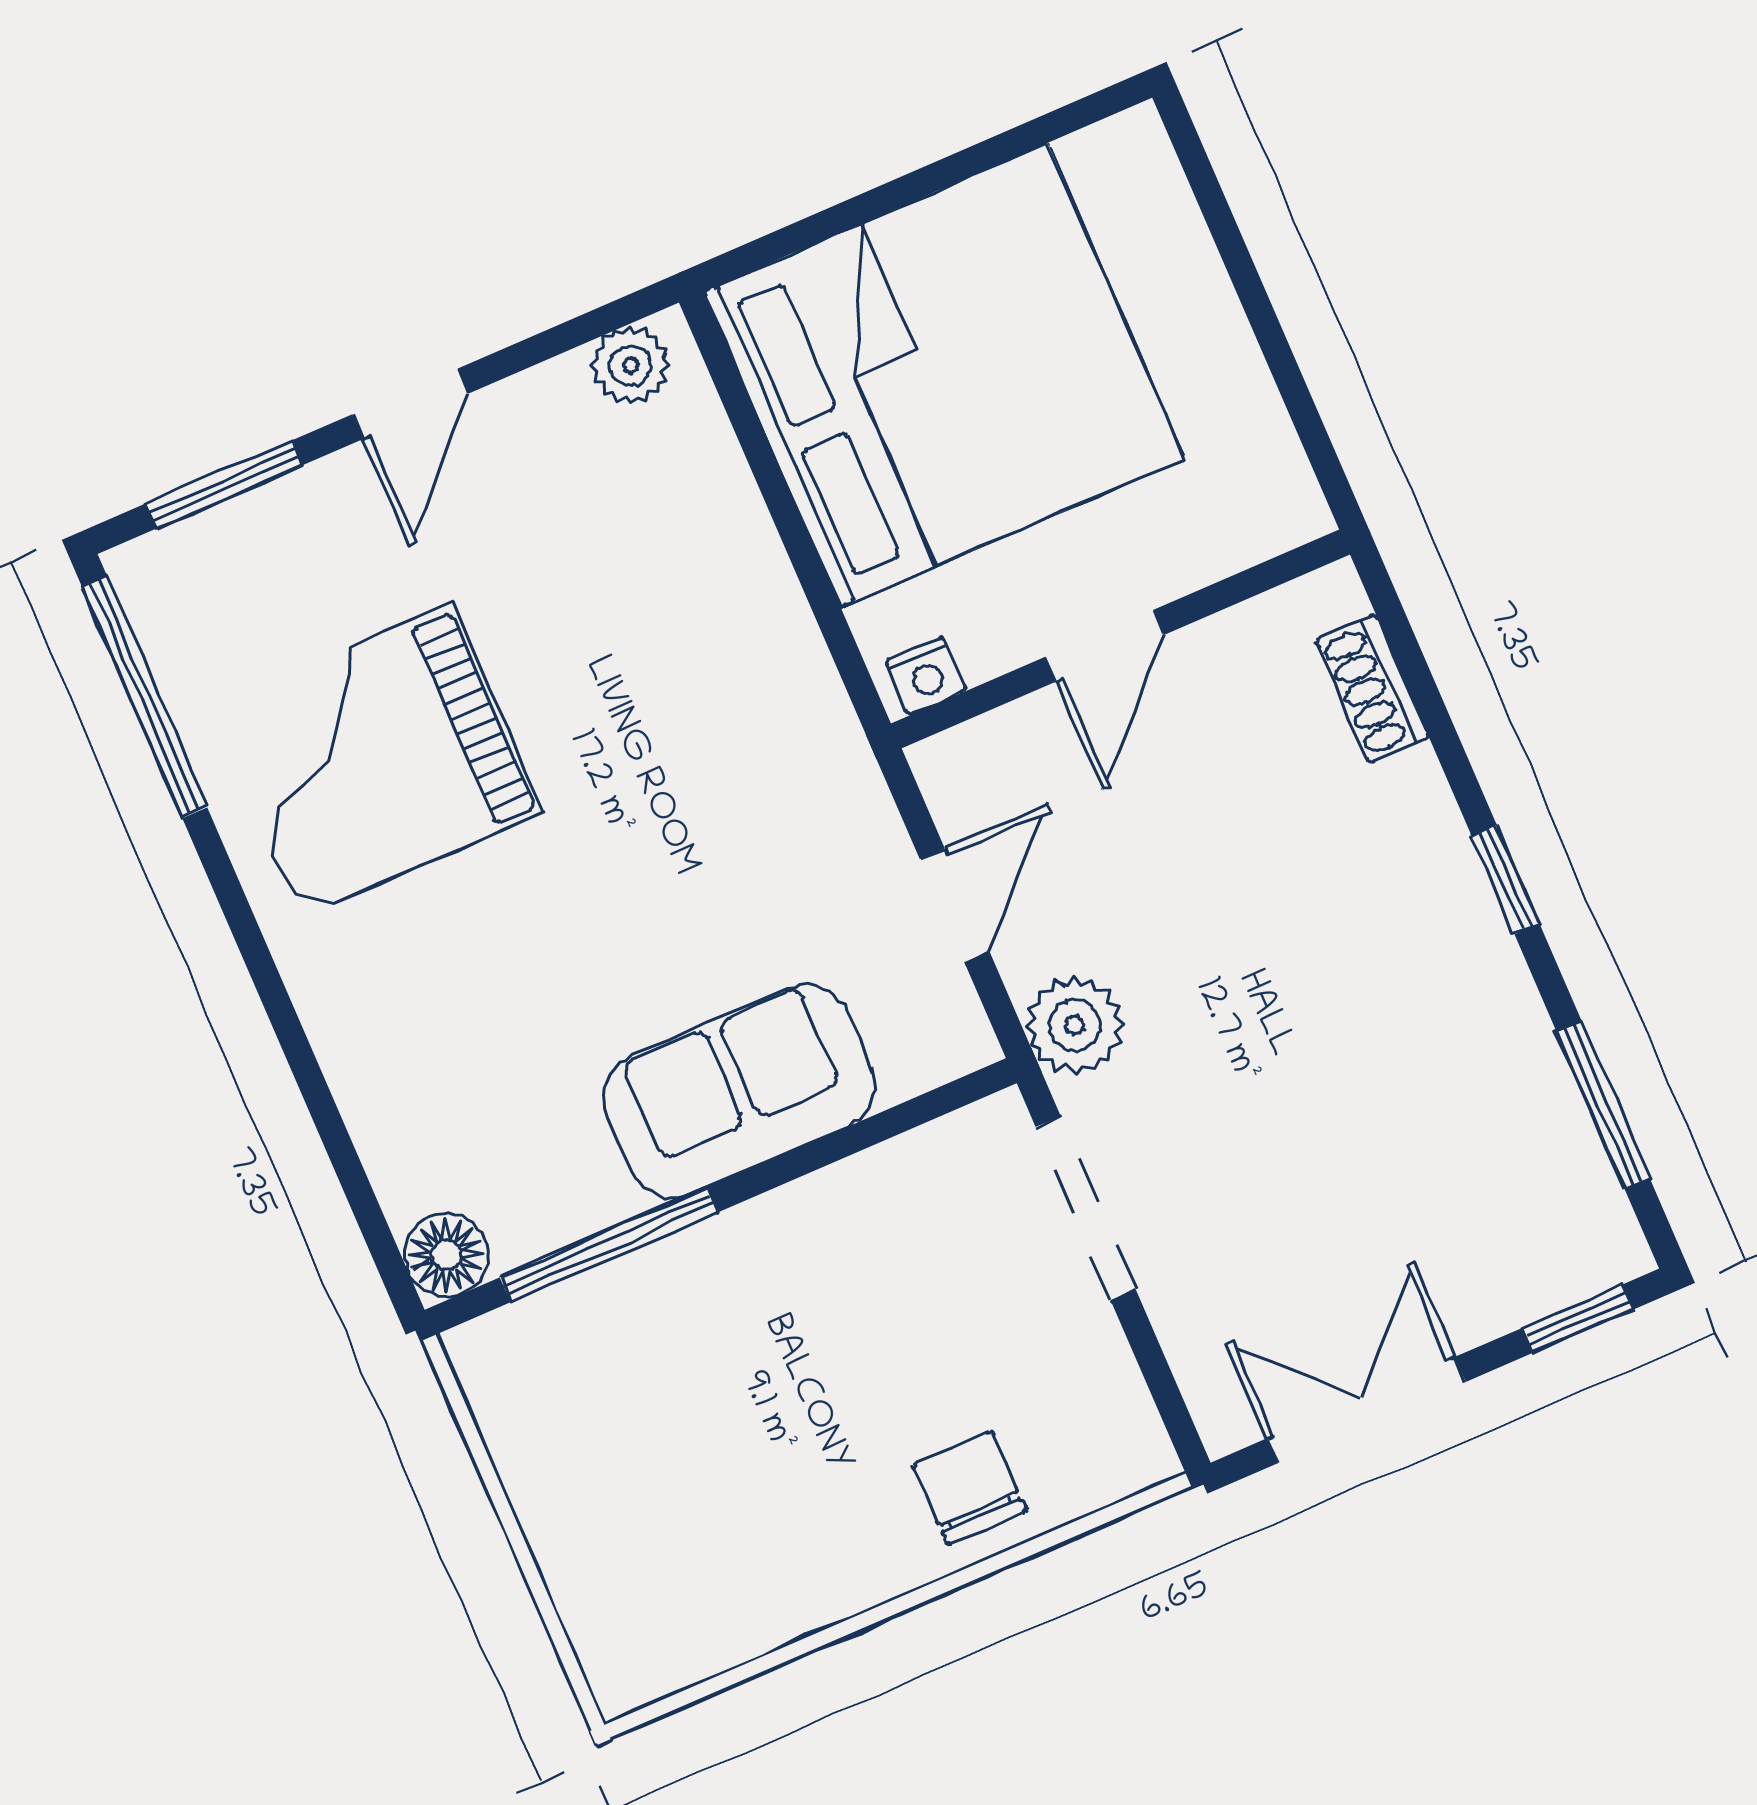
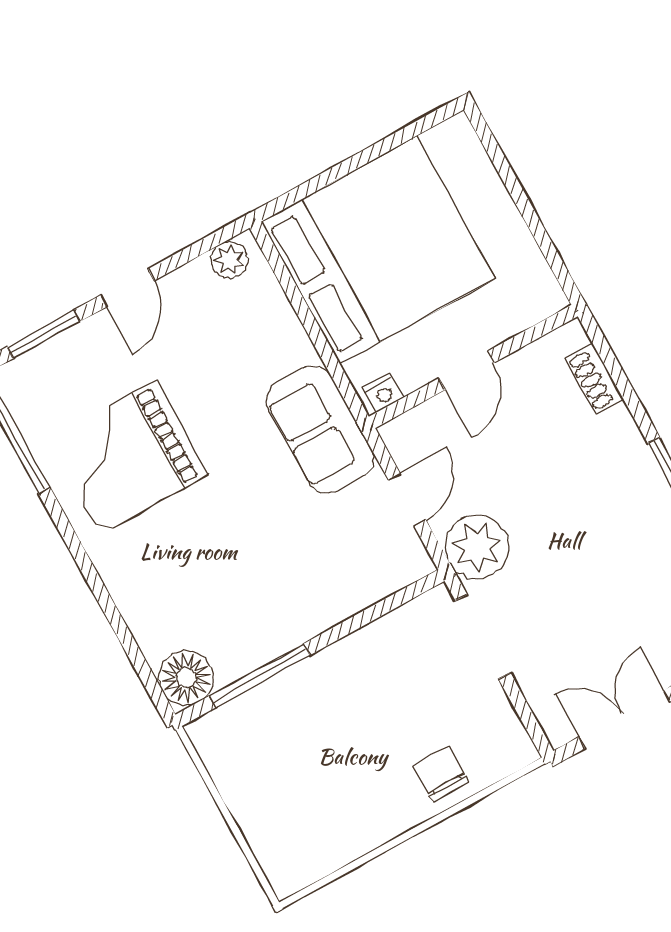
plant: (1075, 1025) -> (477, 547), width x1.36, depth x1.36
sofa: (739, 1091) -> (320, 430), moved, turned -90
floor lamp: (446, 1255) -> (186, 678), width x1.38, depth x1.38

